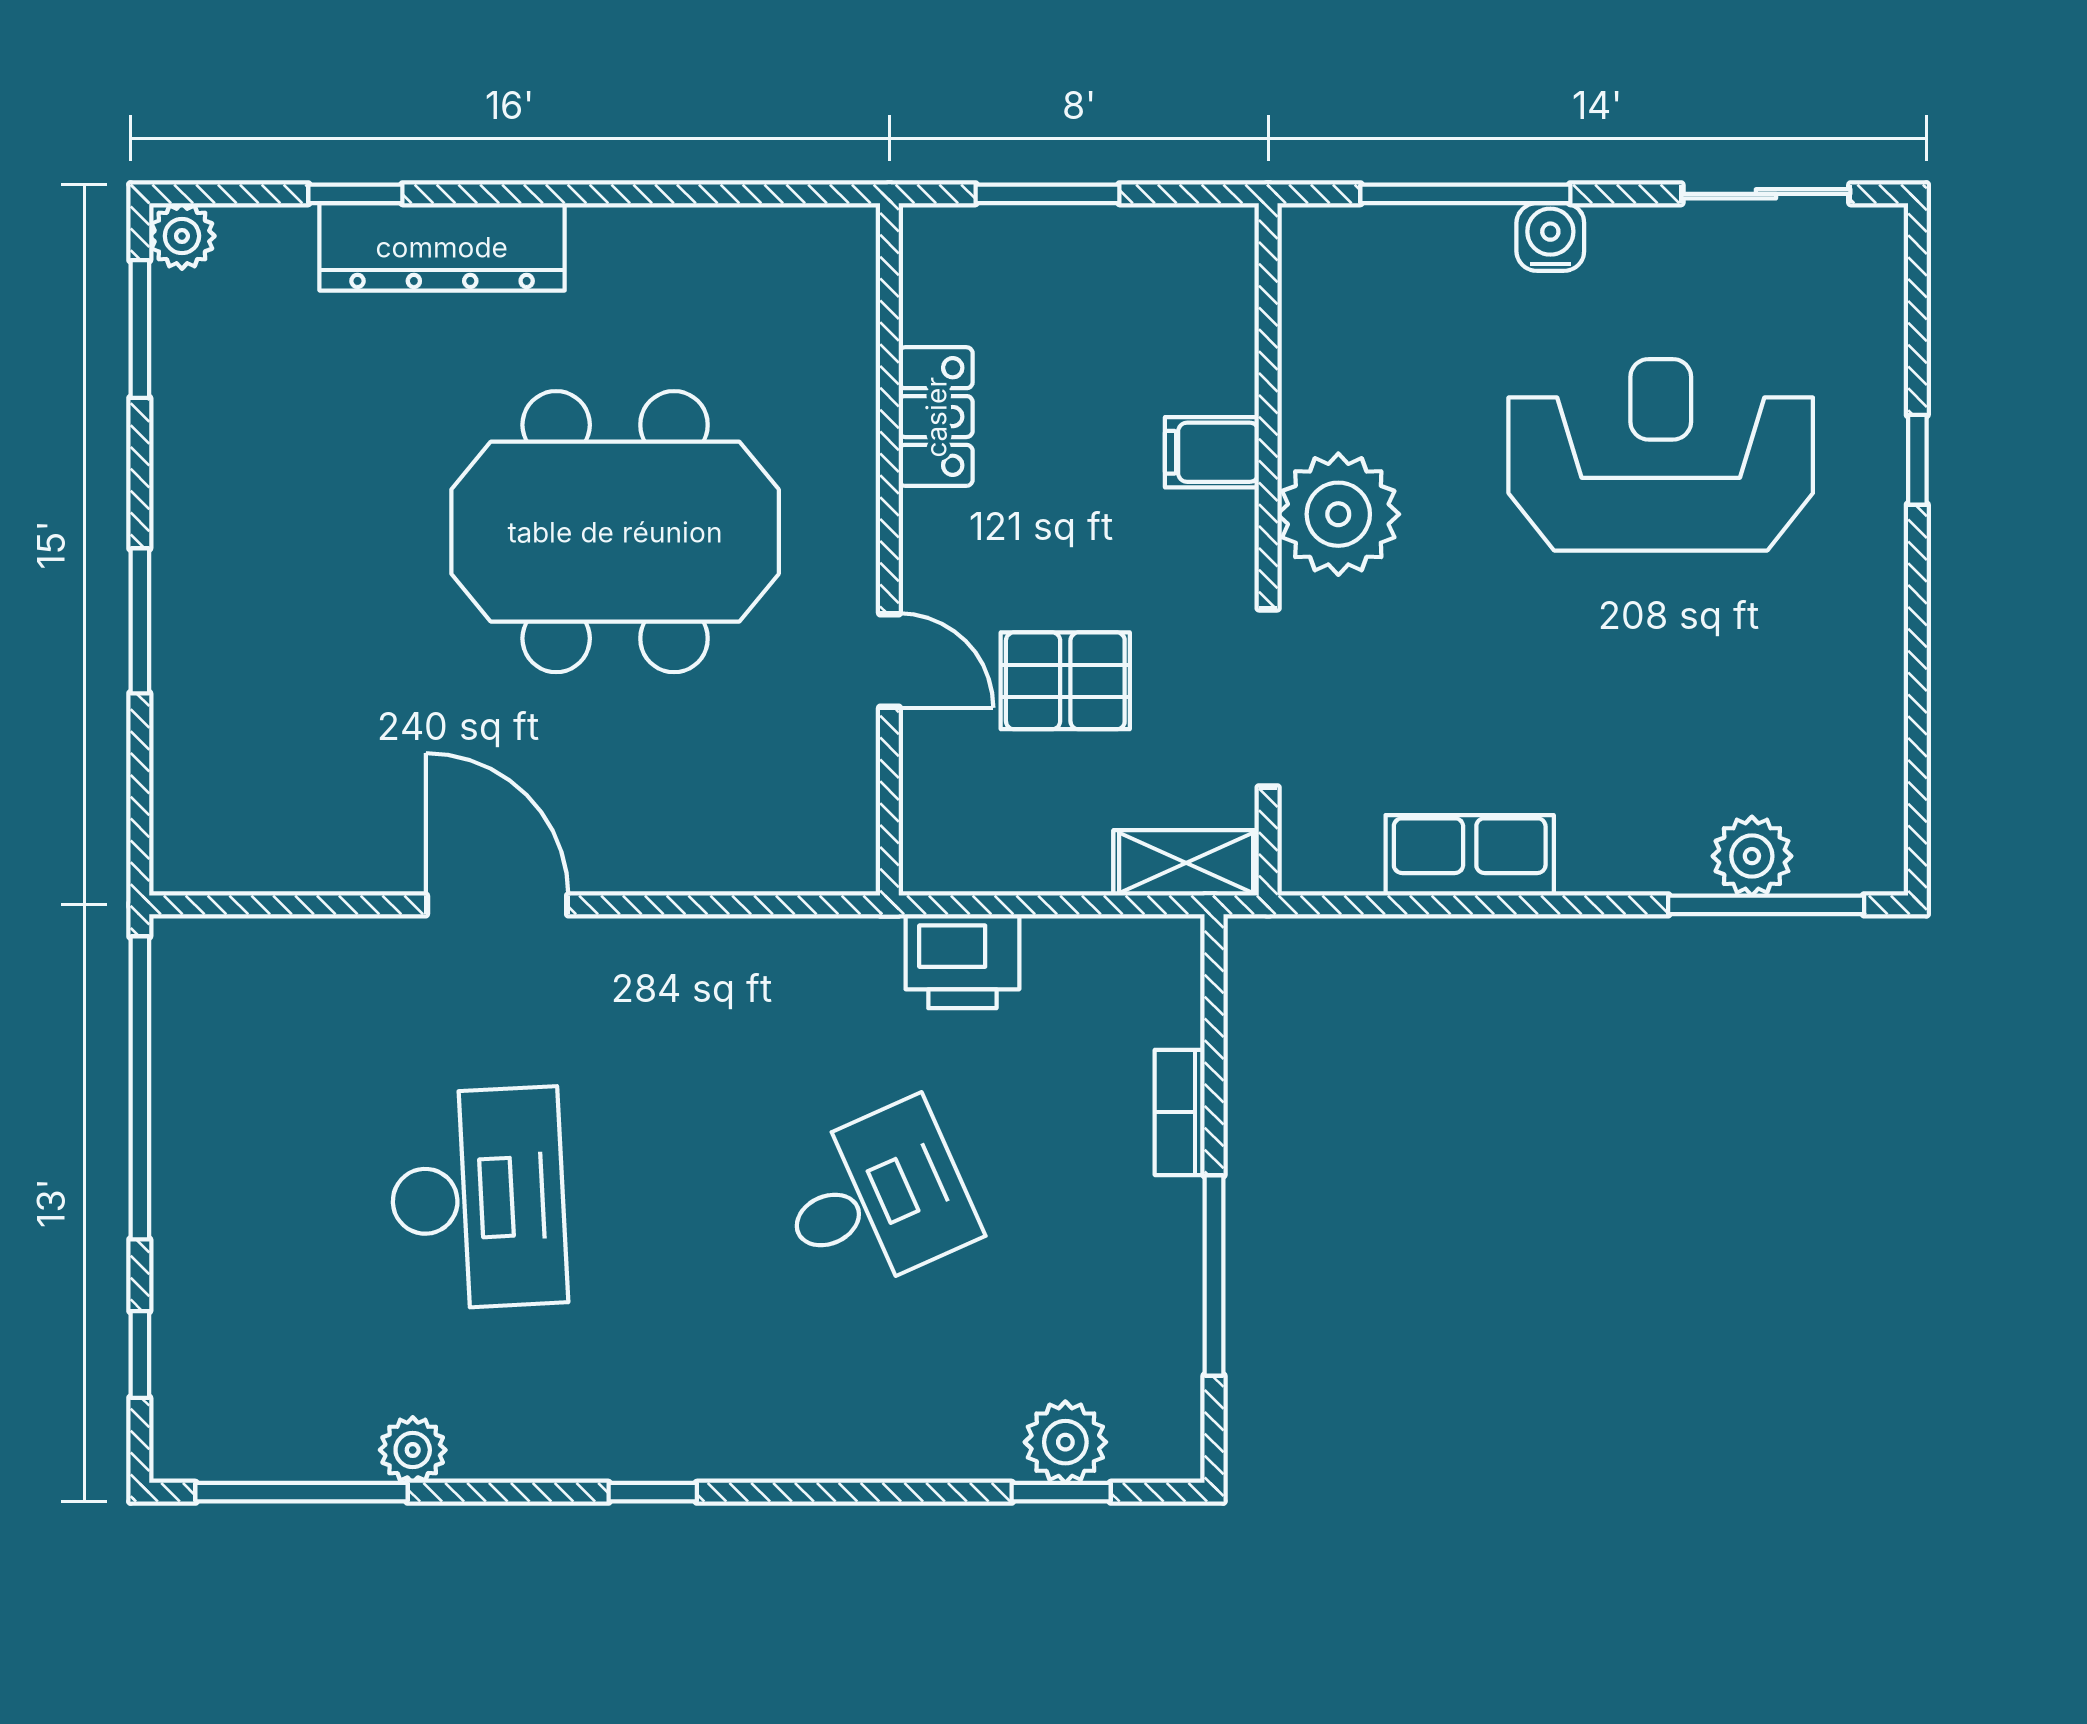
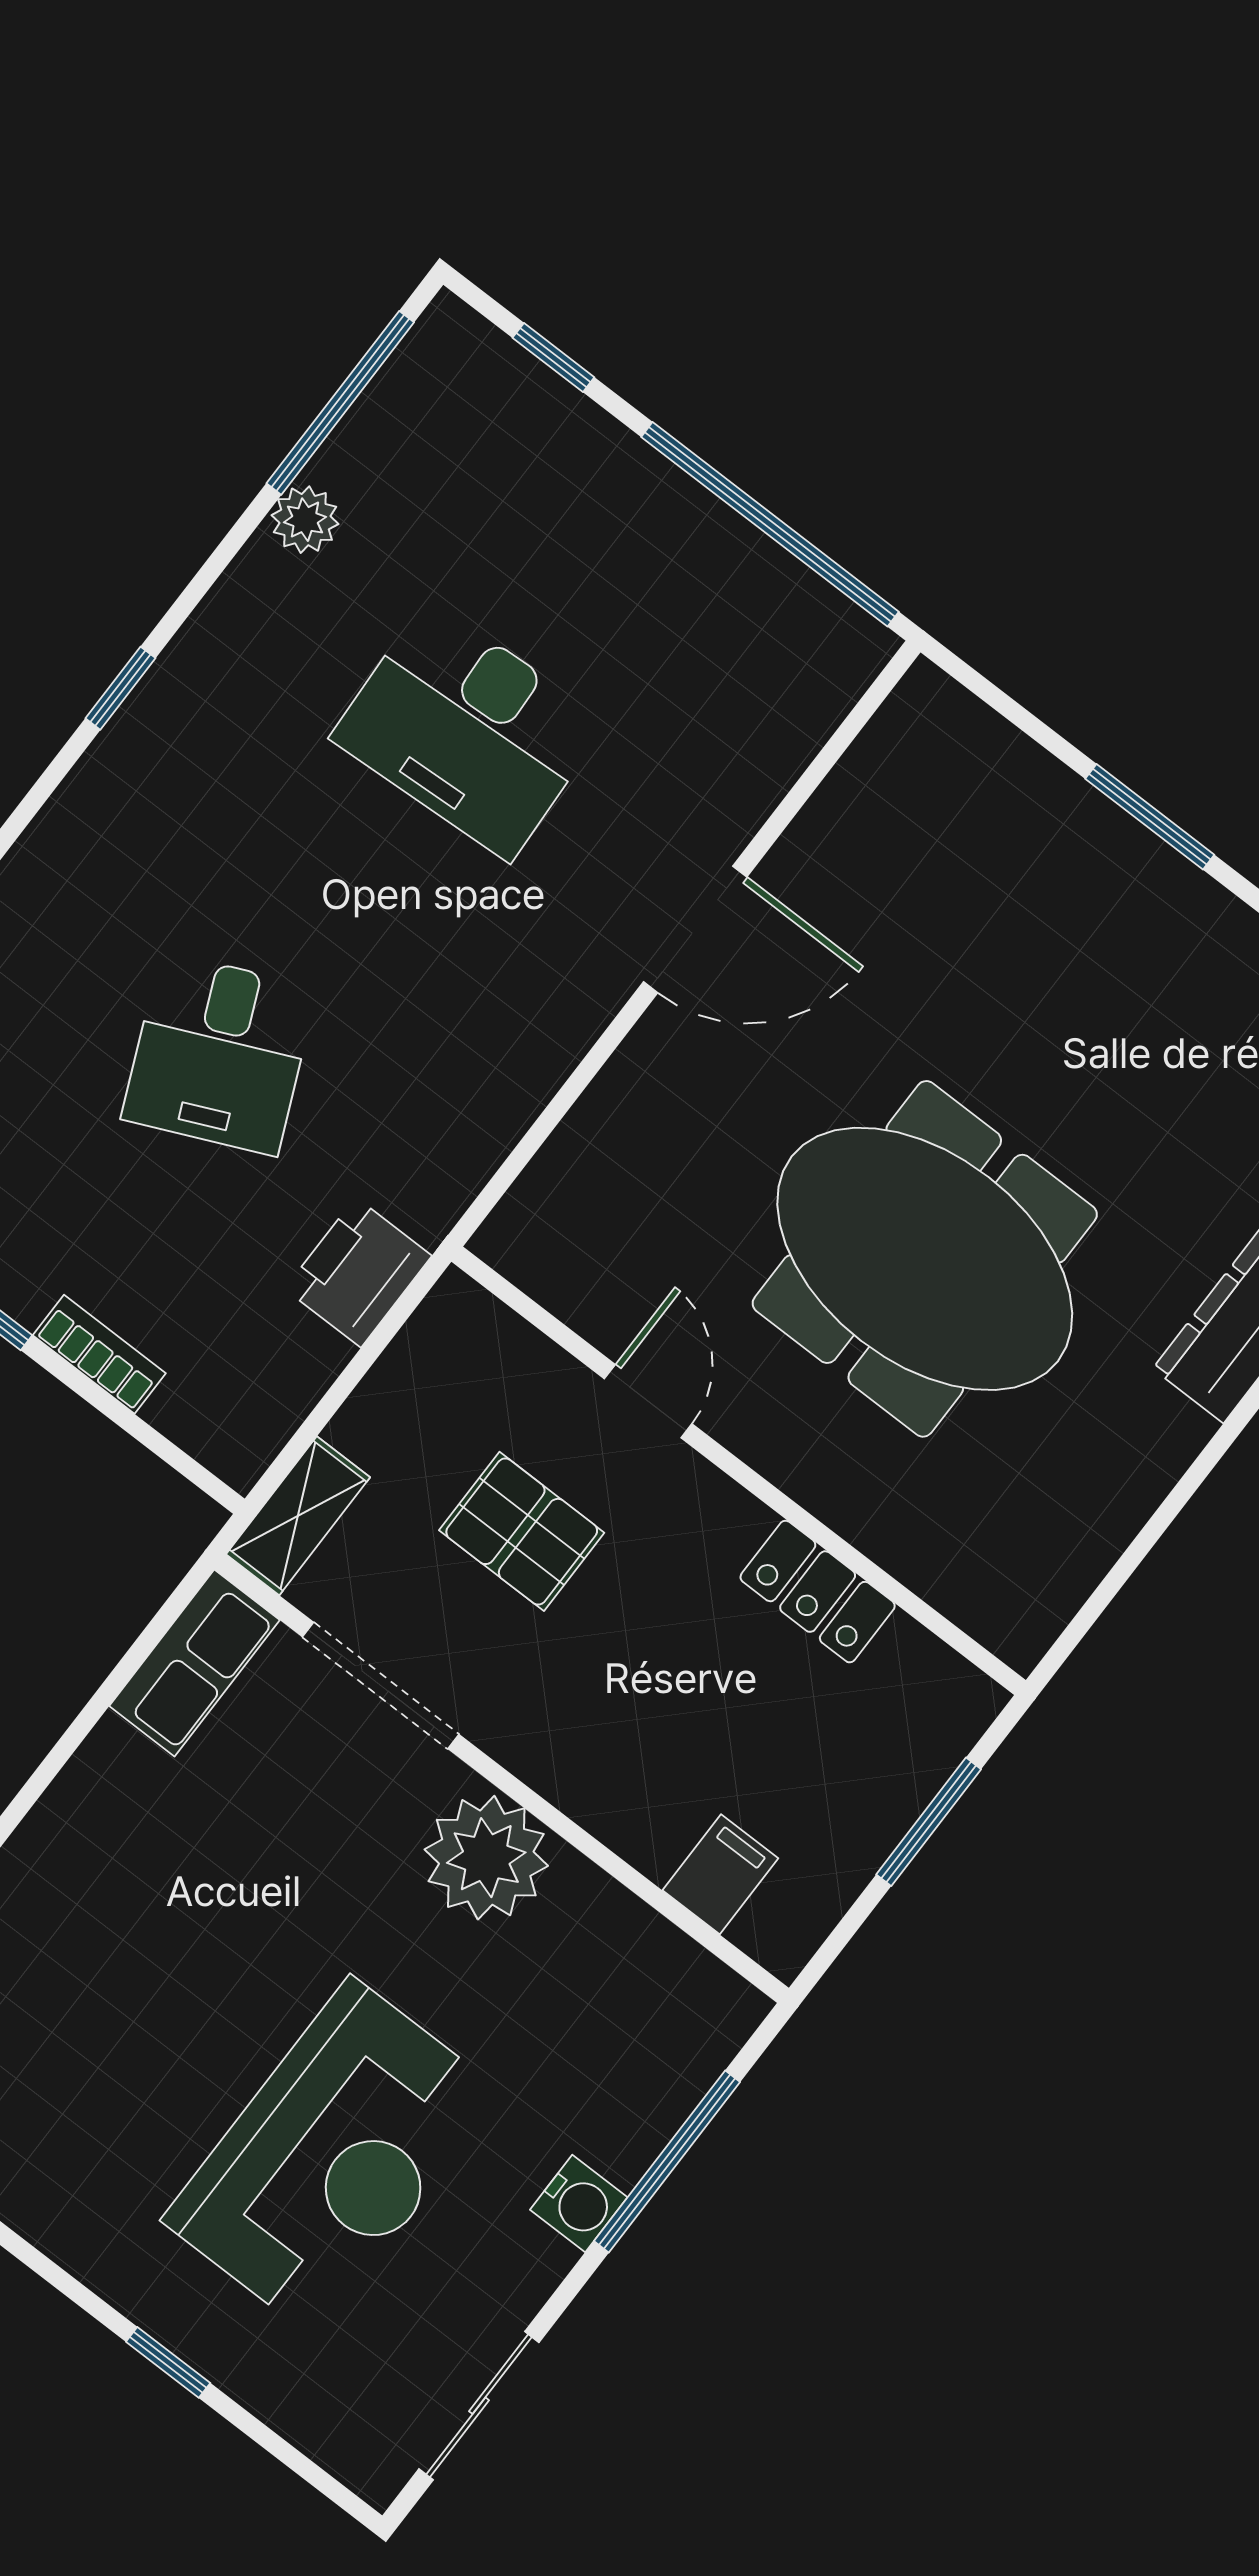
filing cabinet: (1212, 452) -> (720, 1874), moved
meeting table: (615, 532) -> (925, 1259), turned 90
door: (889, 661) -> (648, 1401), swing flipped
pallet: (1065, 681) -> (522, 1531), turned 90
row of seats: (1470, 855) -> (194, 1663), moved

